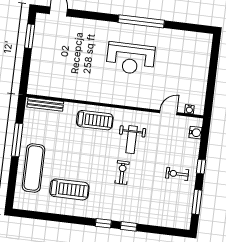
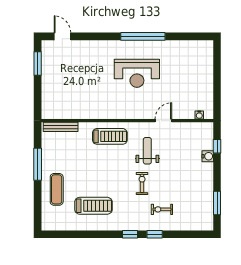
door: (168, 113) -> (163, 121), moved
water cooler: (195, 133) -> (208, 156), moved
weight bench: (132, 140) -> (147, 151), turned 180
window: (201, 167) -> (217, 146), moved
exercise mat: (34, 168) -> (57, 189), width x0.73, depth x0.69
exercise bike: (177, 174) -> (162, 209), moved

